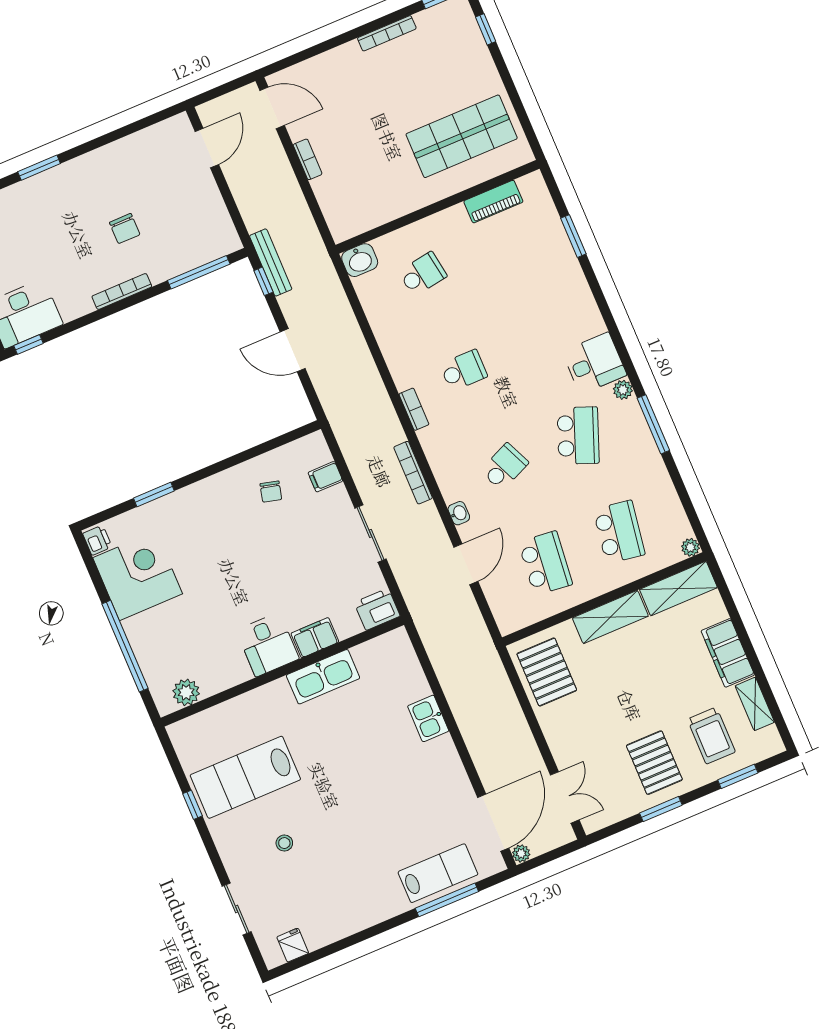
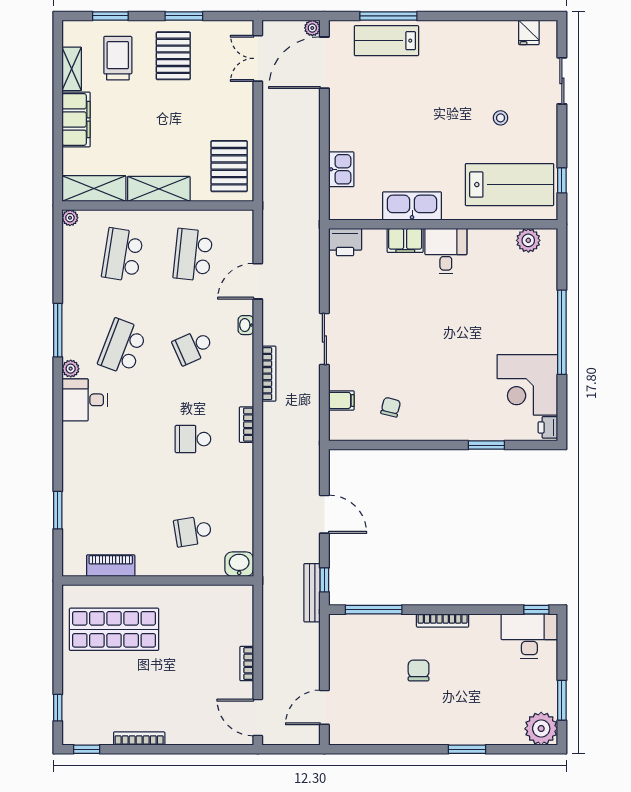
printer: (377, 609) -> (345, 242), moved
filing cabinet: (315, 638) -> (405, 240), moved
desk: (268, 645) -> (446, 251), moved
wall: (282, 671) -> (443, 224), moved
kitchen sink: (323, 677) -> (412, 206), moved
plant: (186, 692) -> (528, 240), moved

